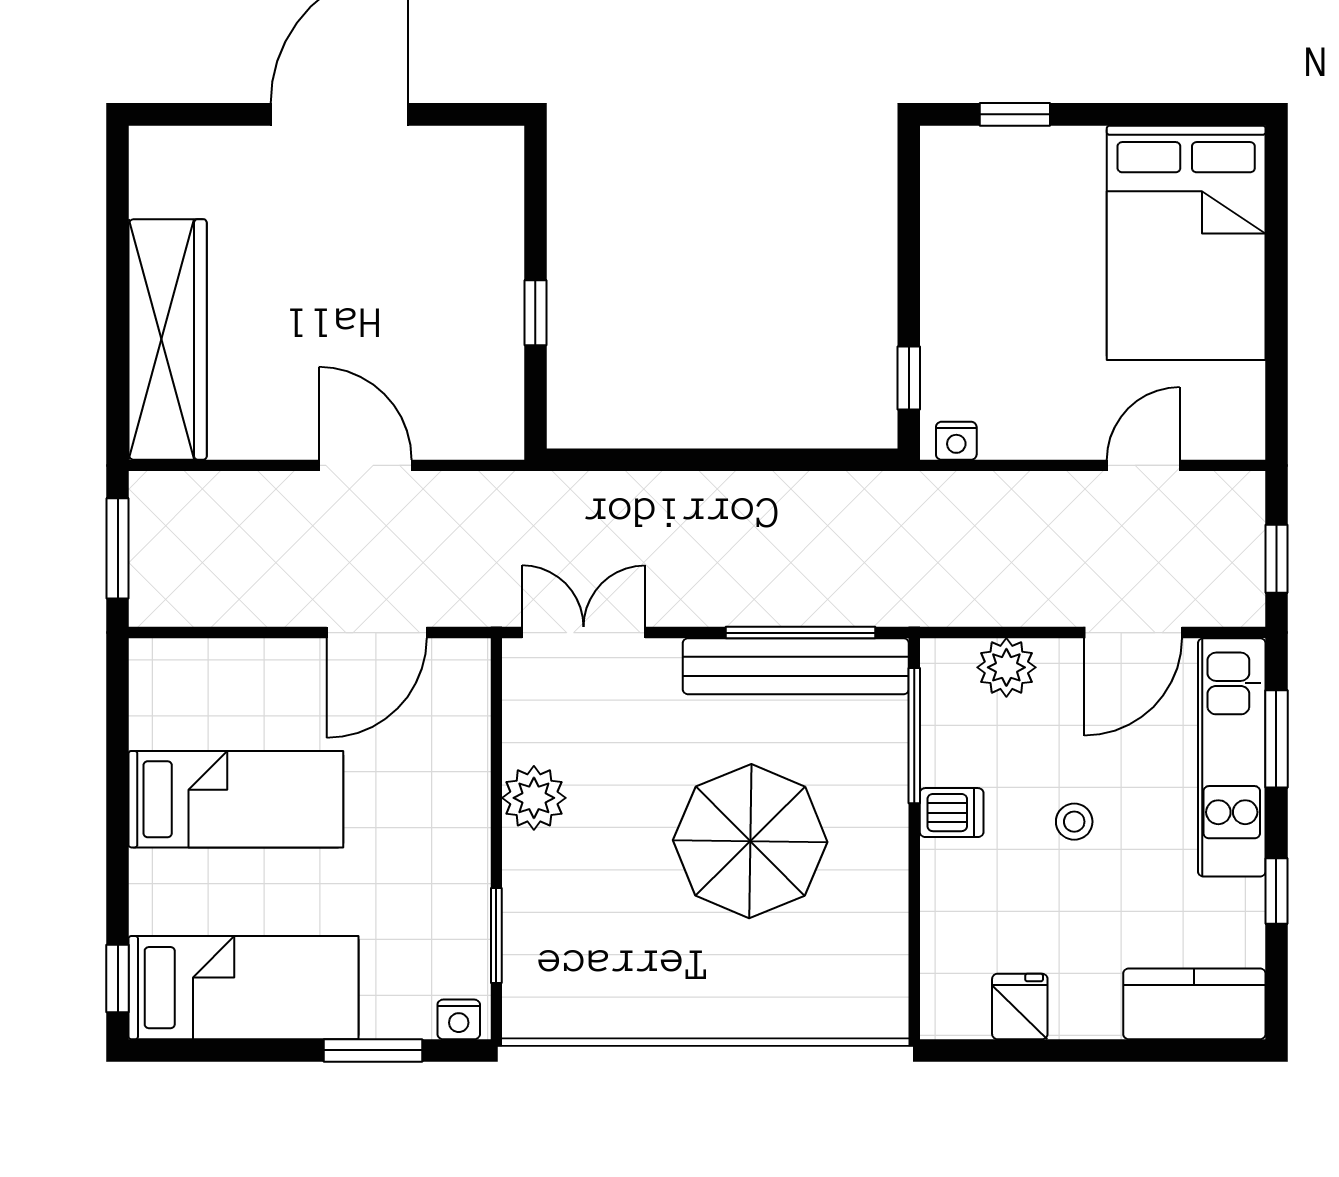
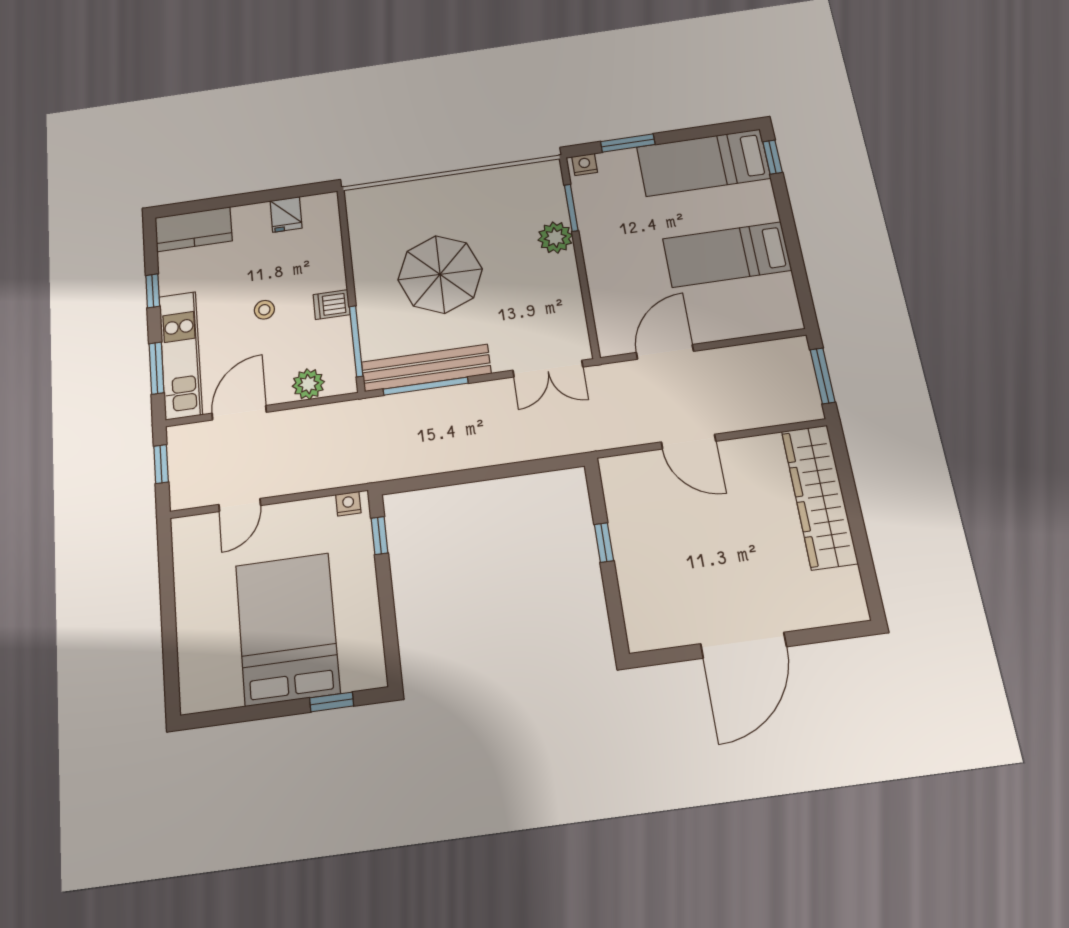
bed: (1186, 243) -> (287, 629), moved
plant: (534, 798) -> (555, 238), moved

